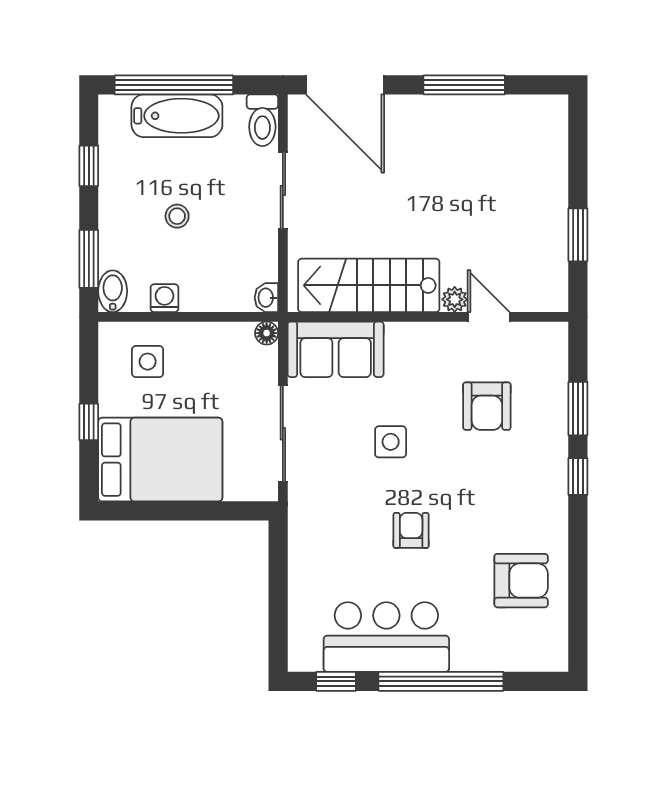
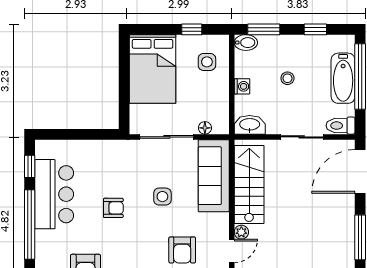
washing machine: (164, 298) -> (242, 86), moved
washbasin: (266, 298) -> (250, 125), width x1.91, depth x1.45
floor lamp: (267, 333) -> (205, 128), moved
sofa: (336, 349) -> (214, 176), width x1.36
armchair: (487, 406) -> (182, 250), turned -90
window: (89, 422) -> (192, 29), moved

